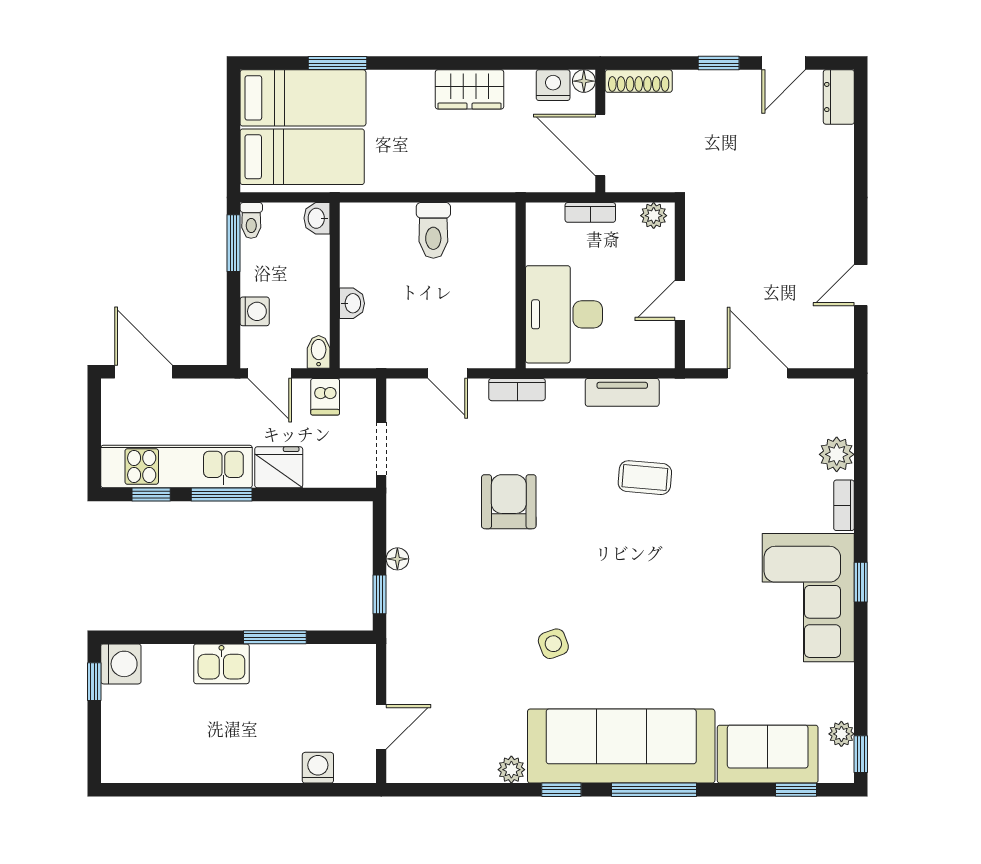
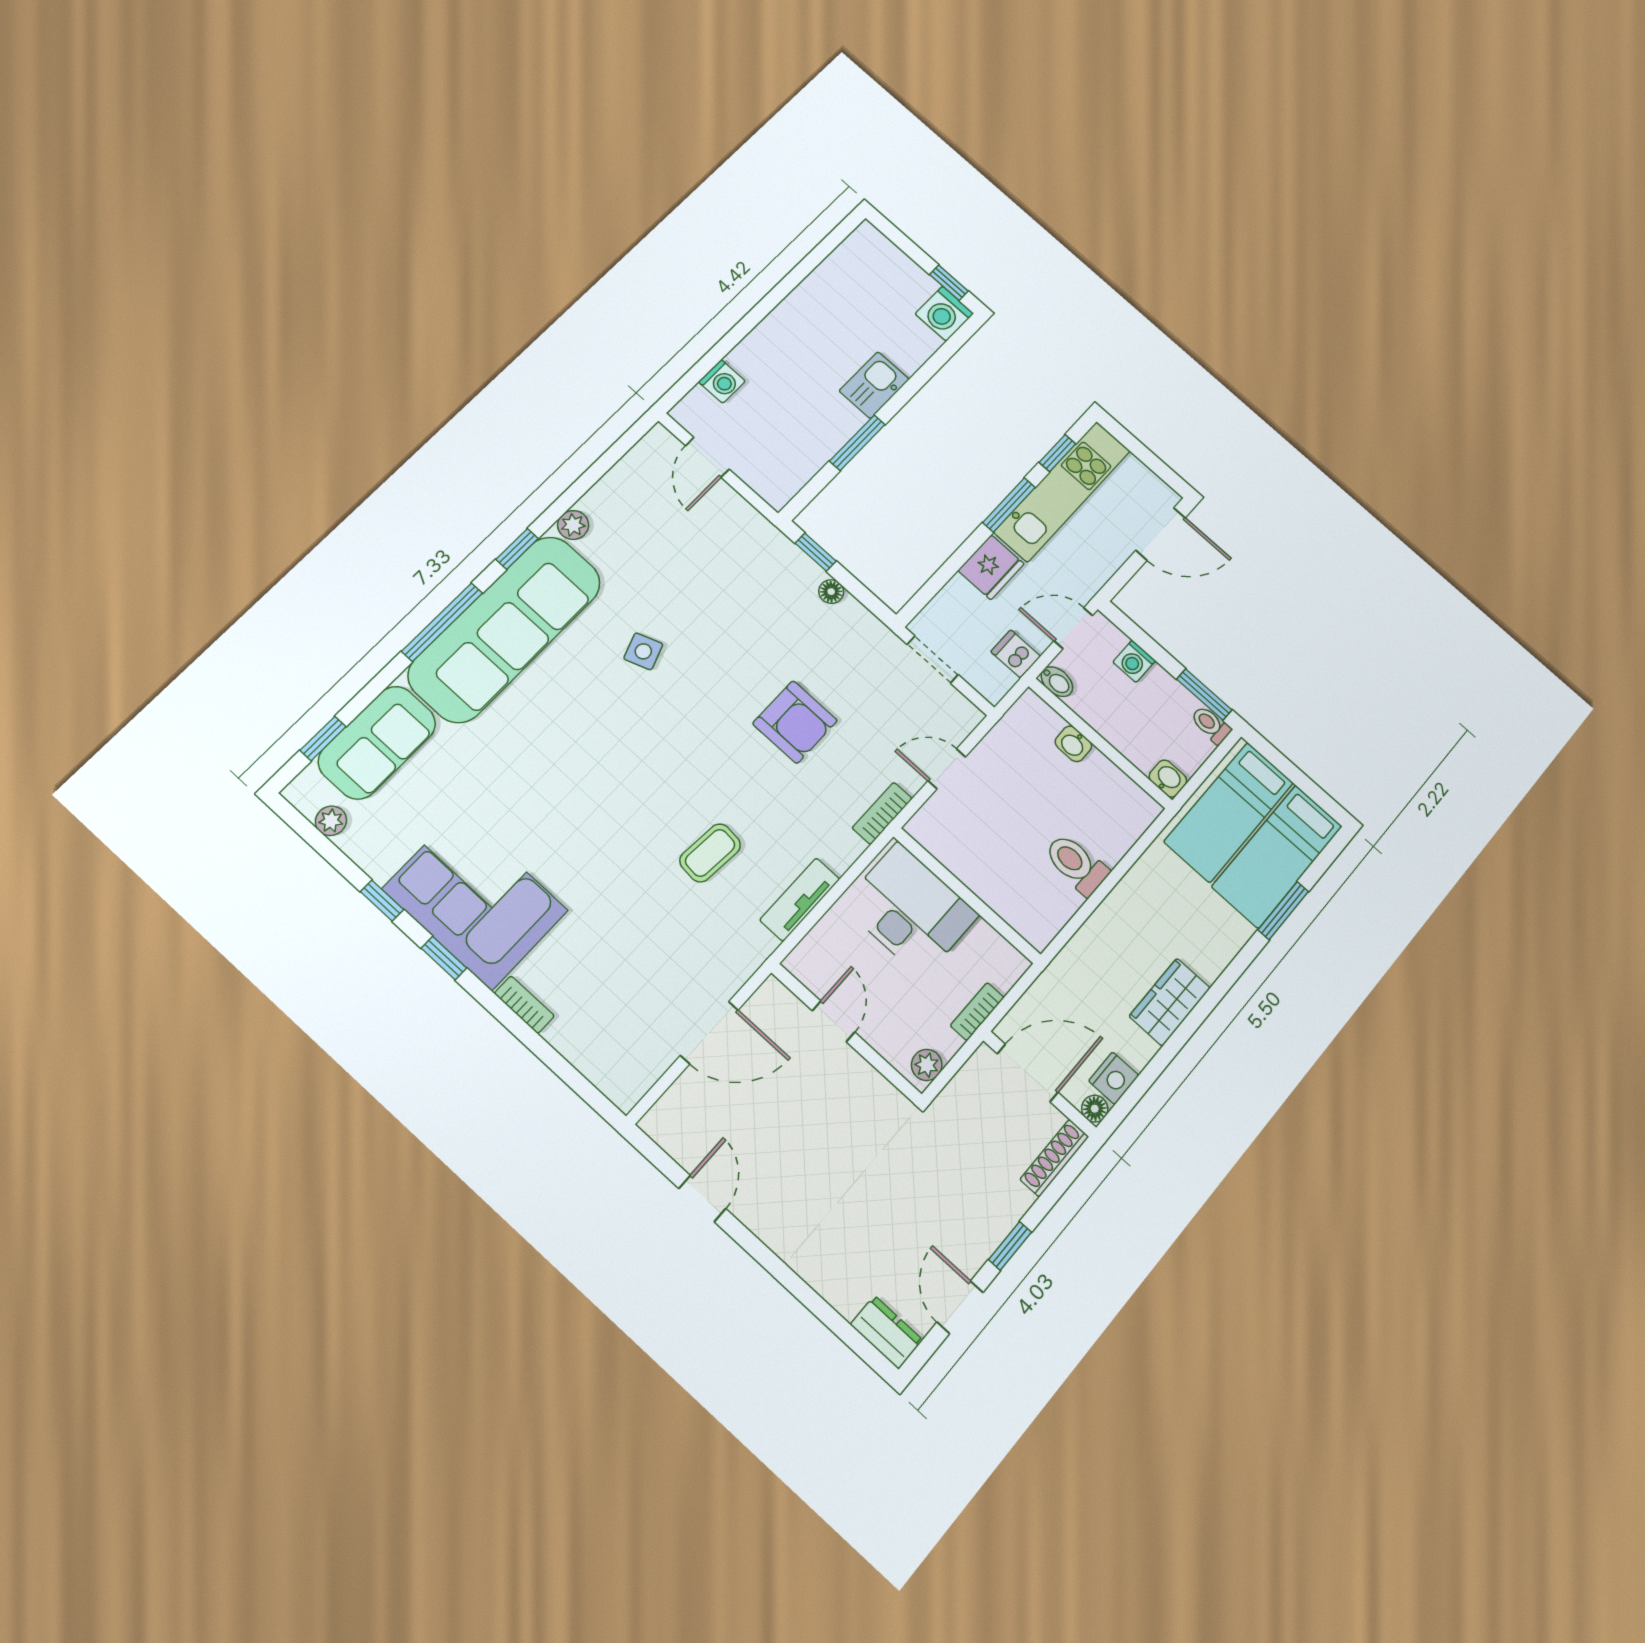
plant: (837, 454) -> (575, 1039), removed
window: (861, 754) -> (382, 901), moved

